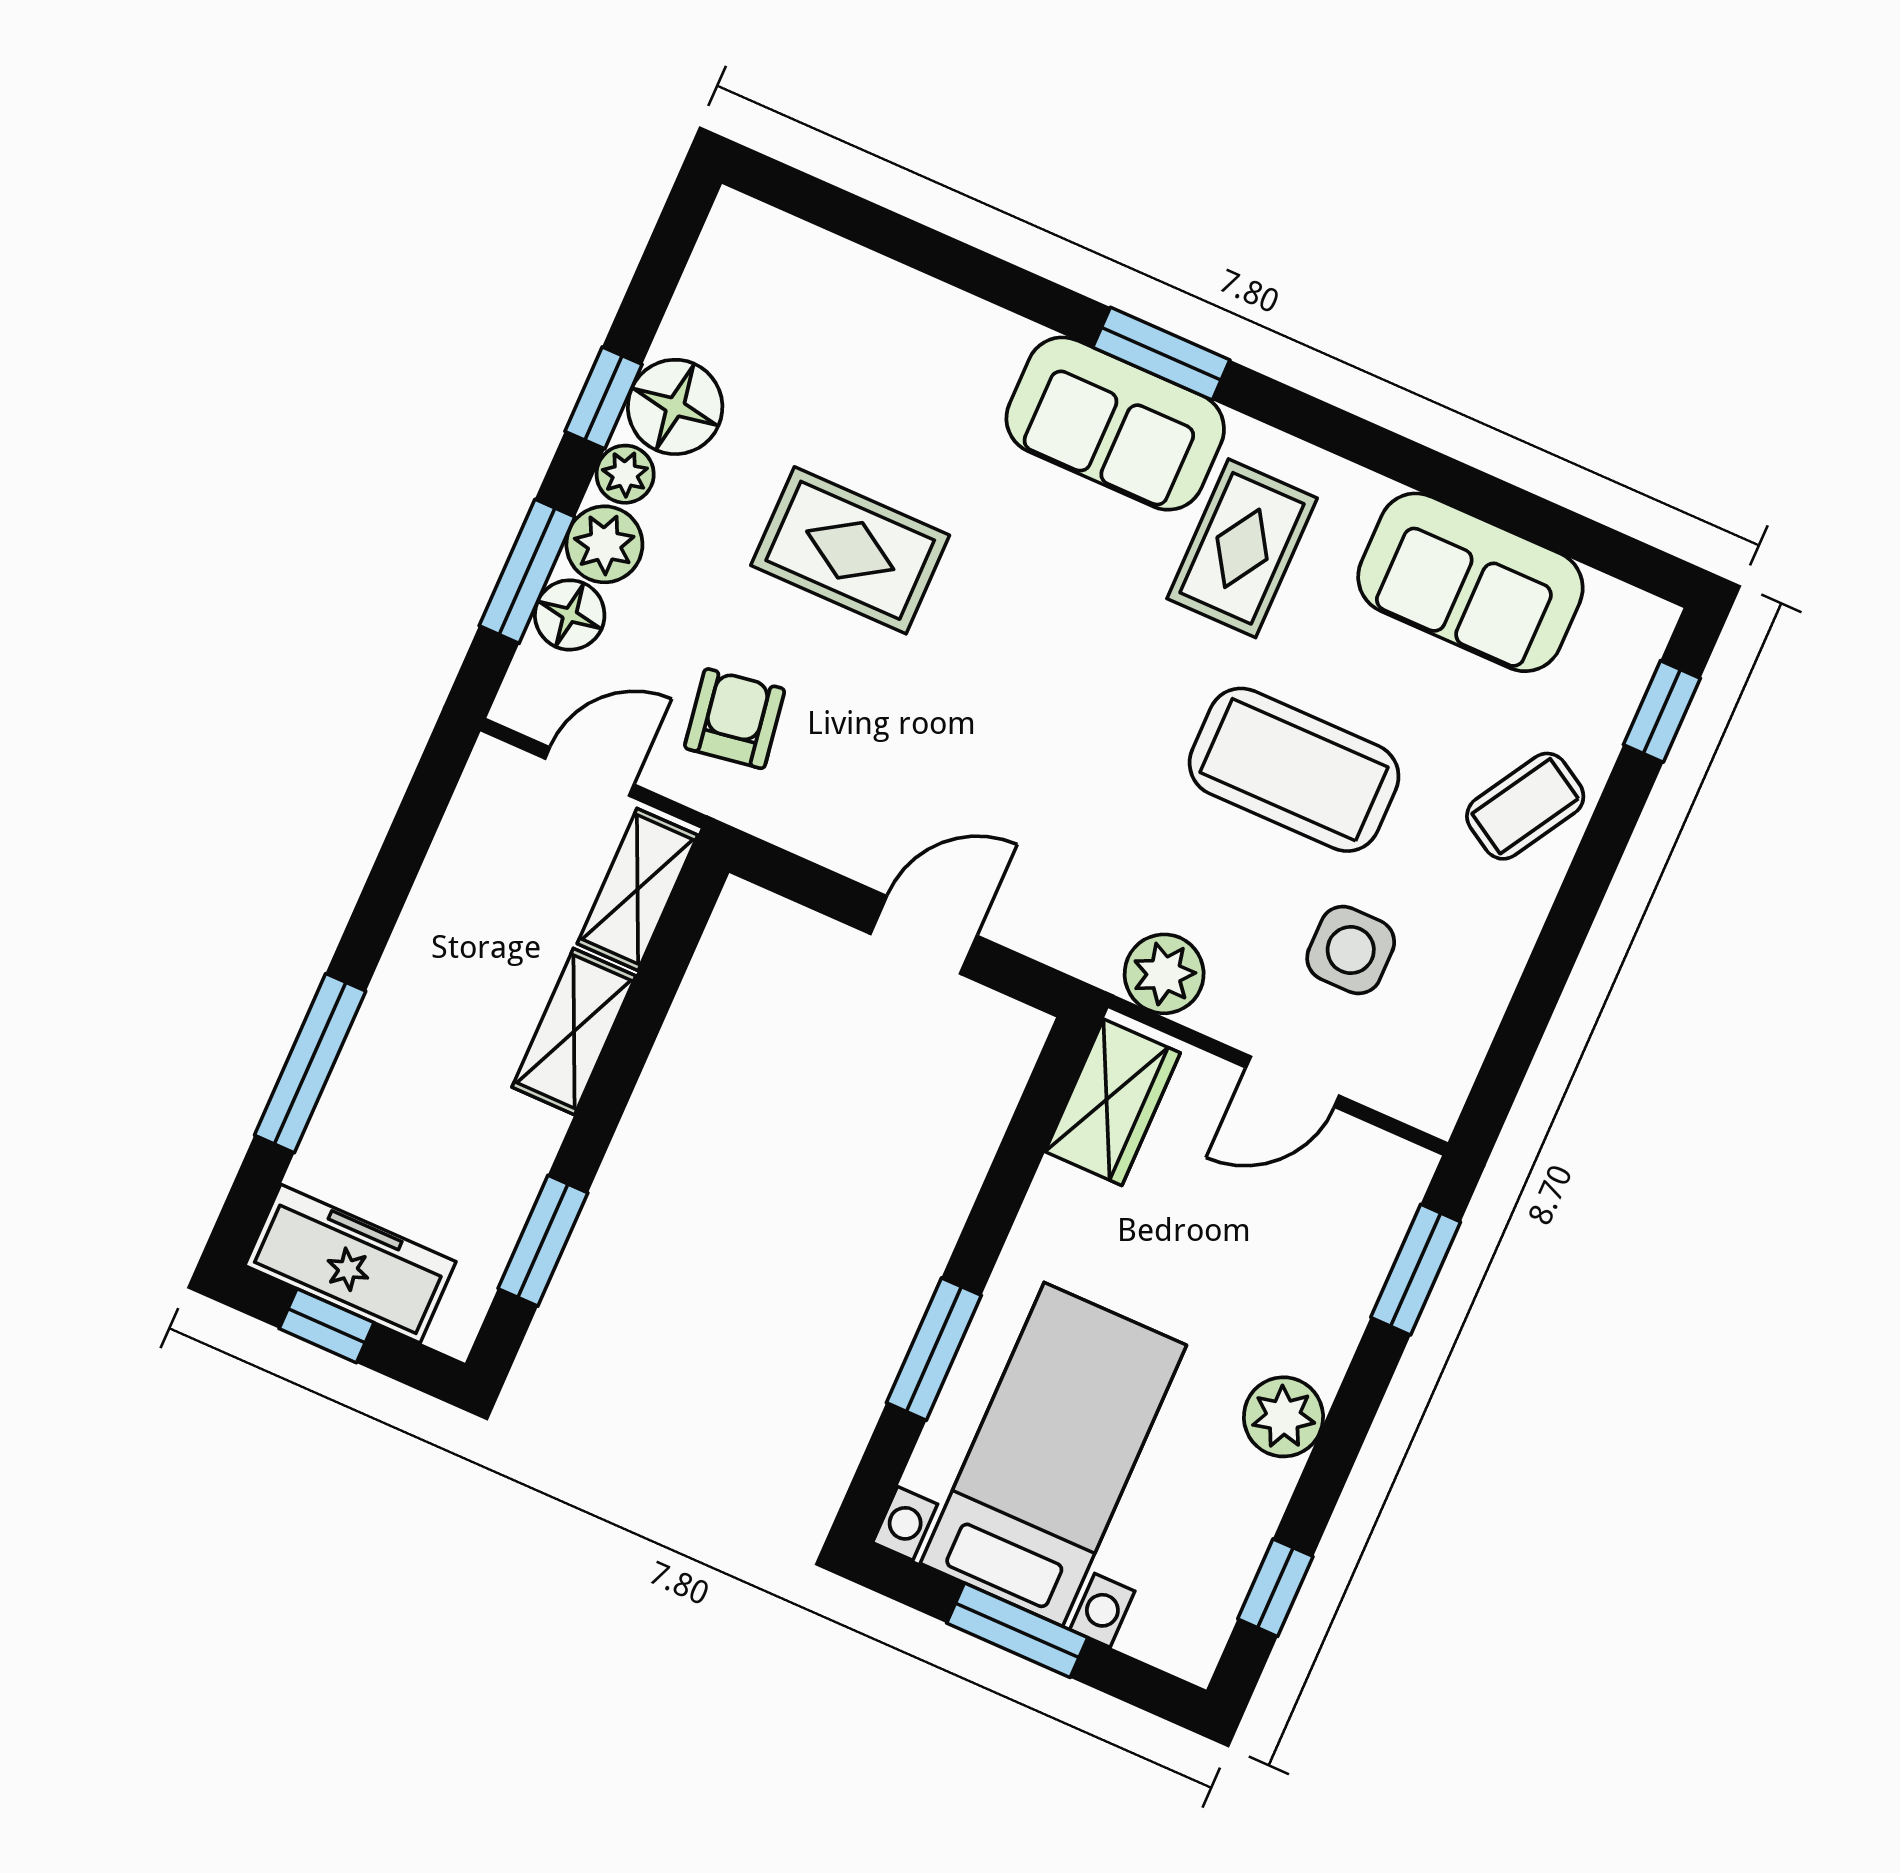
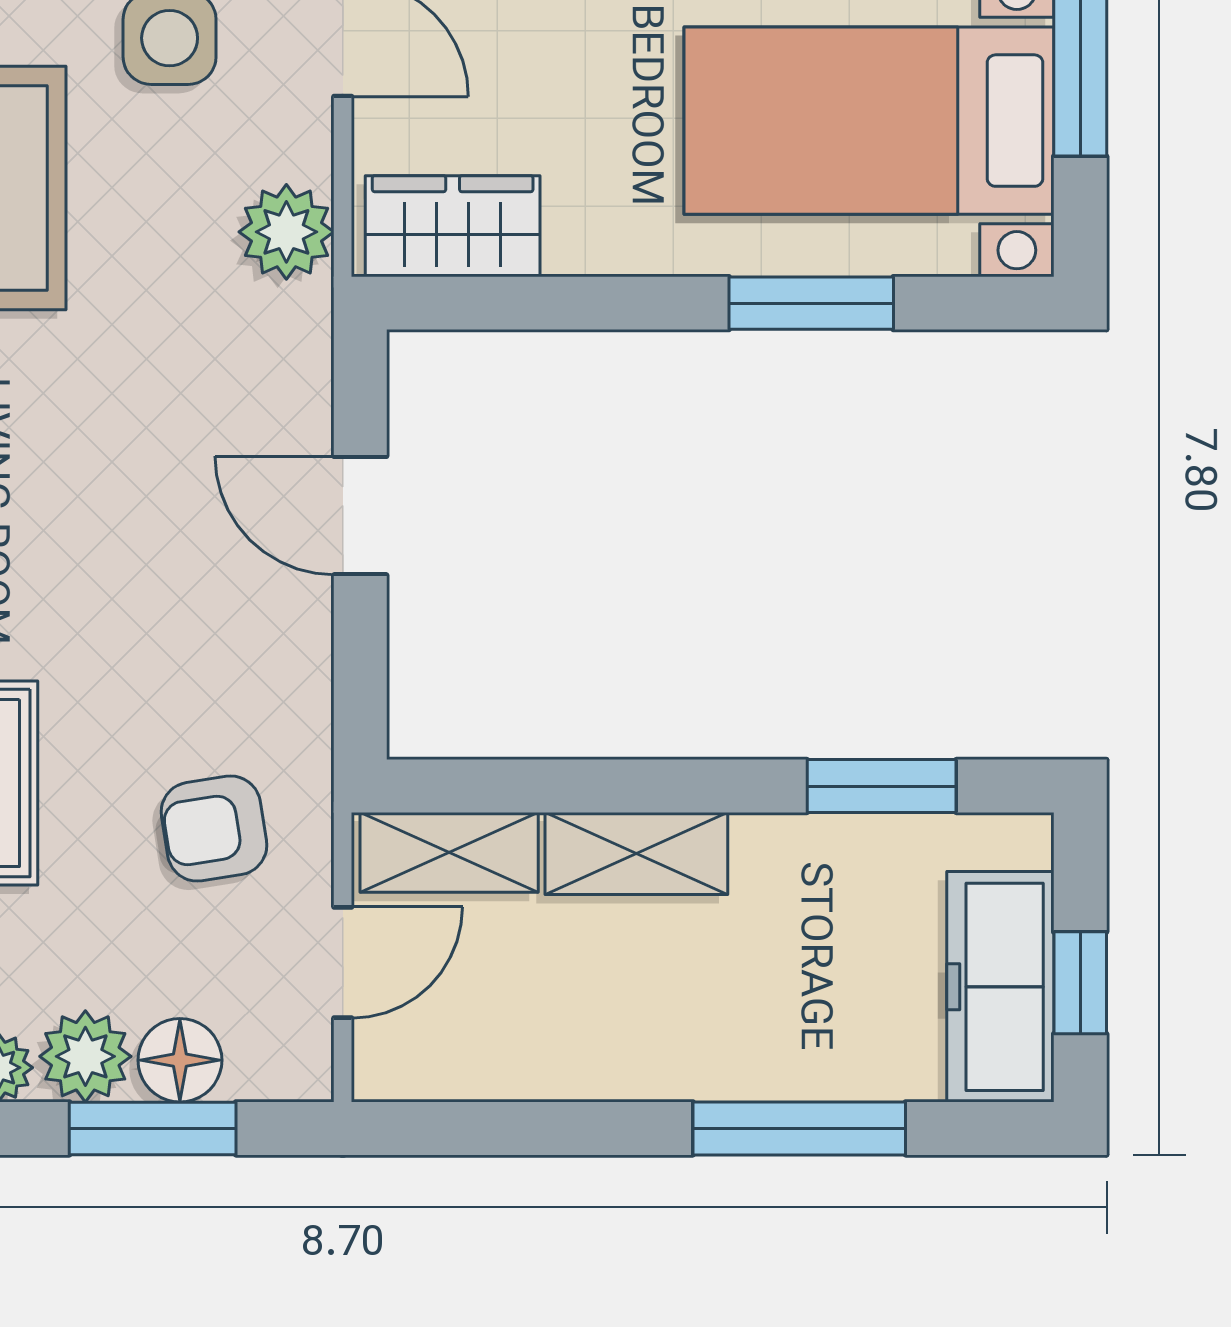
door: (589, 772) -> (343, 962), swing flipped

